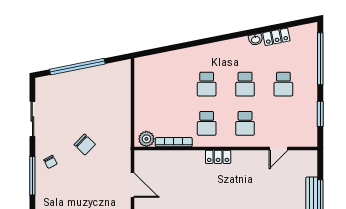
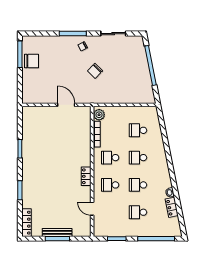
school desk: (168, 84) -> (138, 130), added
locker: (218, 157) -> (86, 176), moved
door: (133, 185) -> (66, 105), swing flipped

